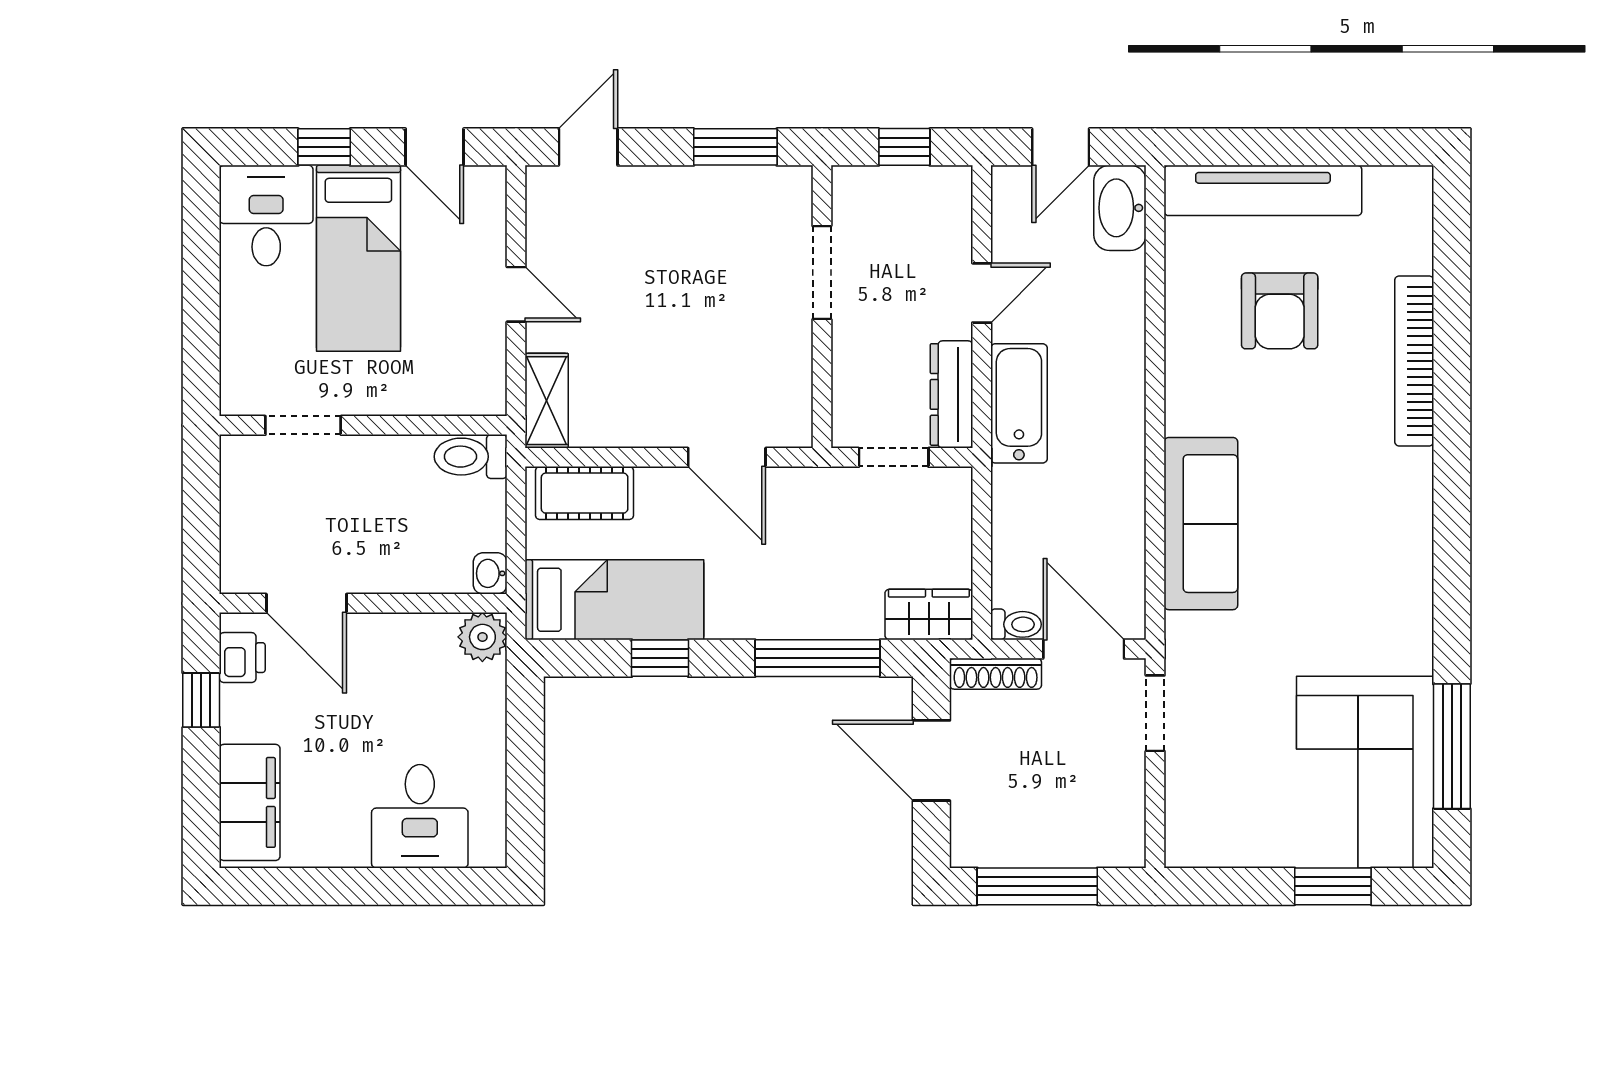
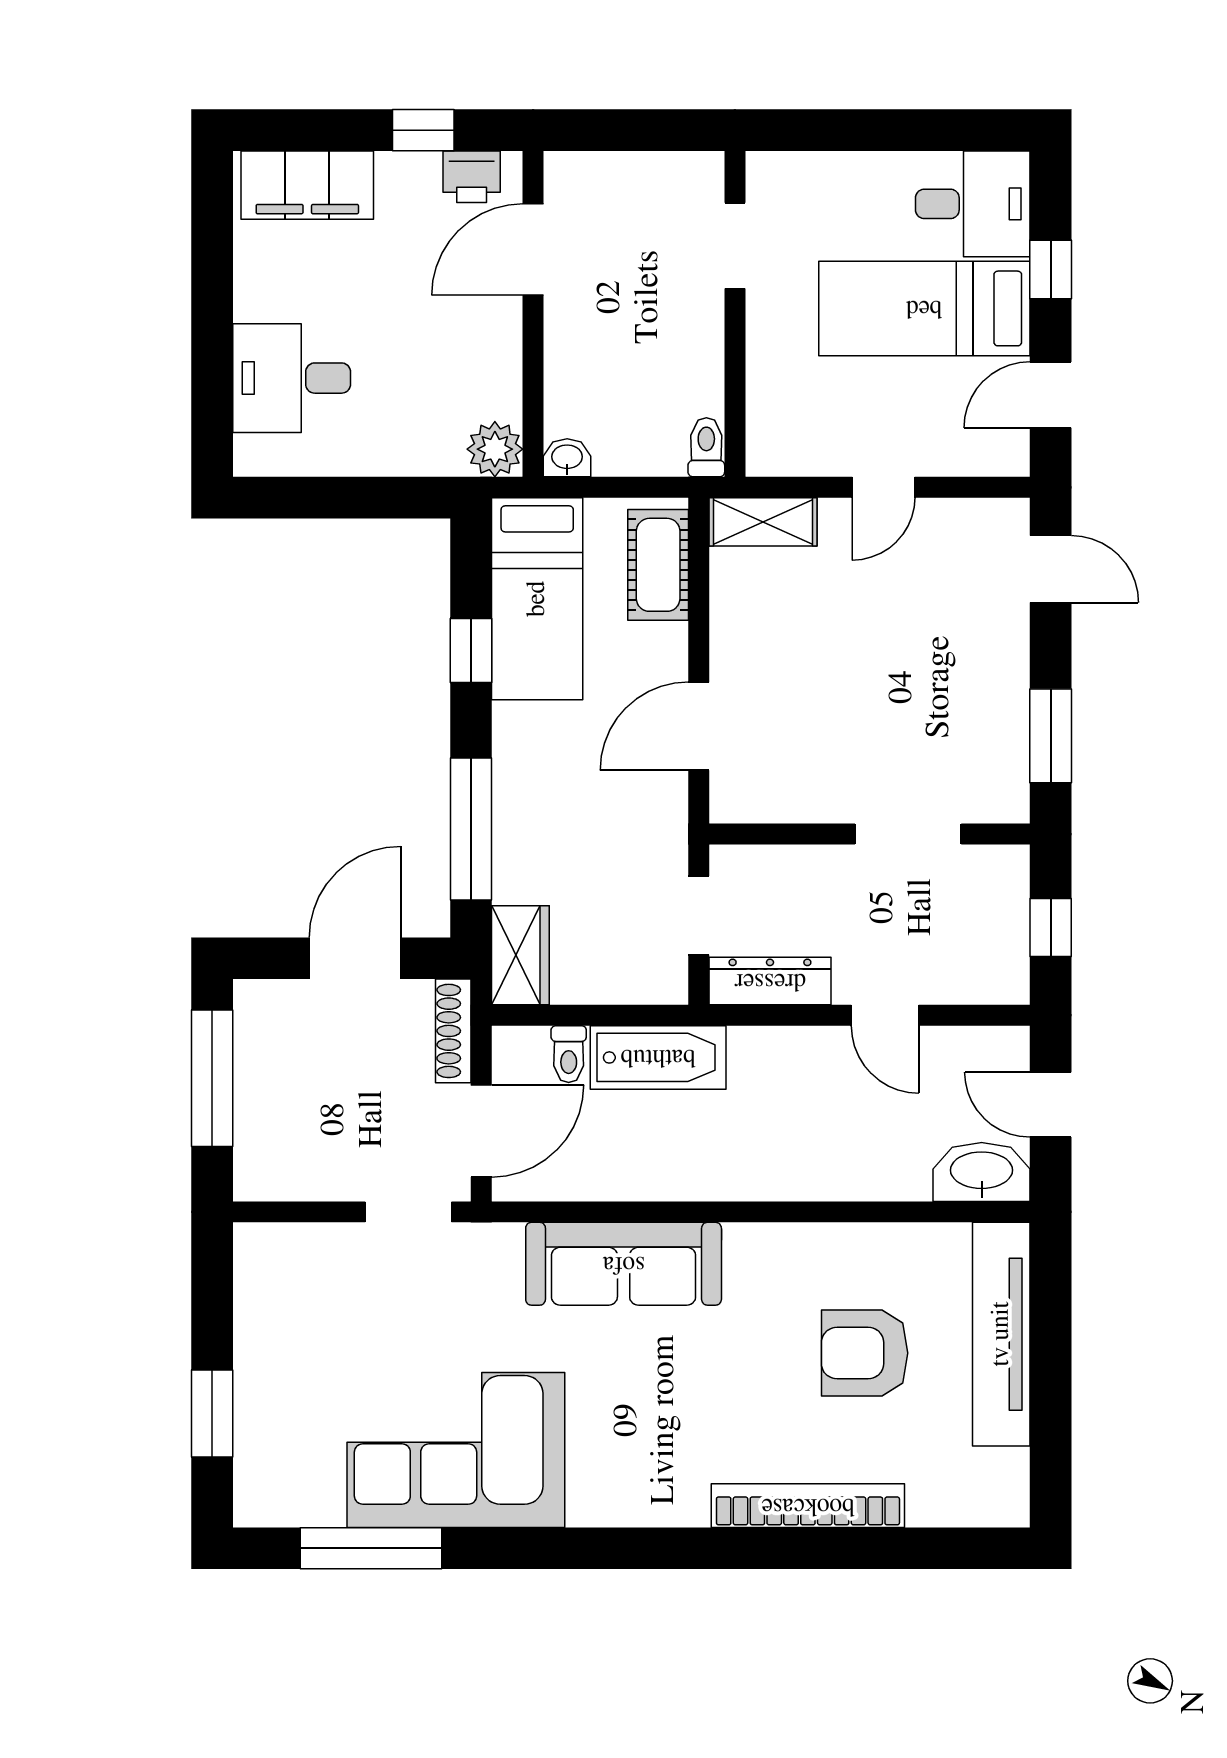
bathtub: (1019, 403) -> (658, 1057), moved
toilet: (471, 457) -> (706, 447), width x0.73, depth x0.72
toilet: (1016, 624) -> (569, 1054), moved
corner sofa: (1365, 772) -> (456, 1450), moved

